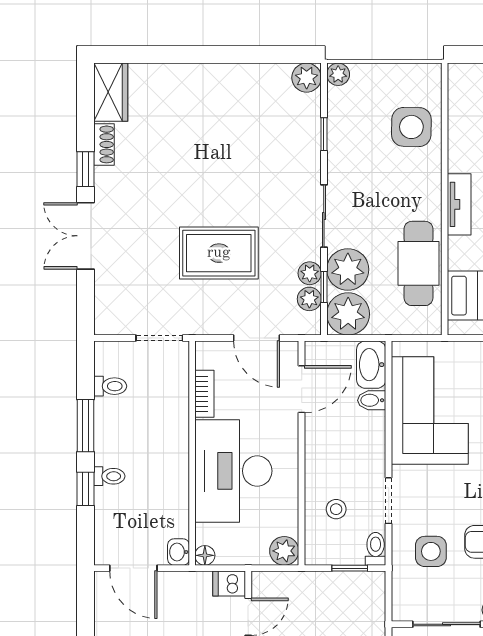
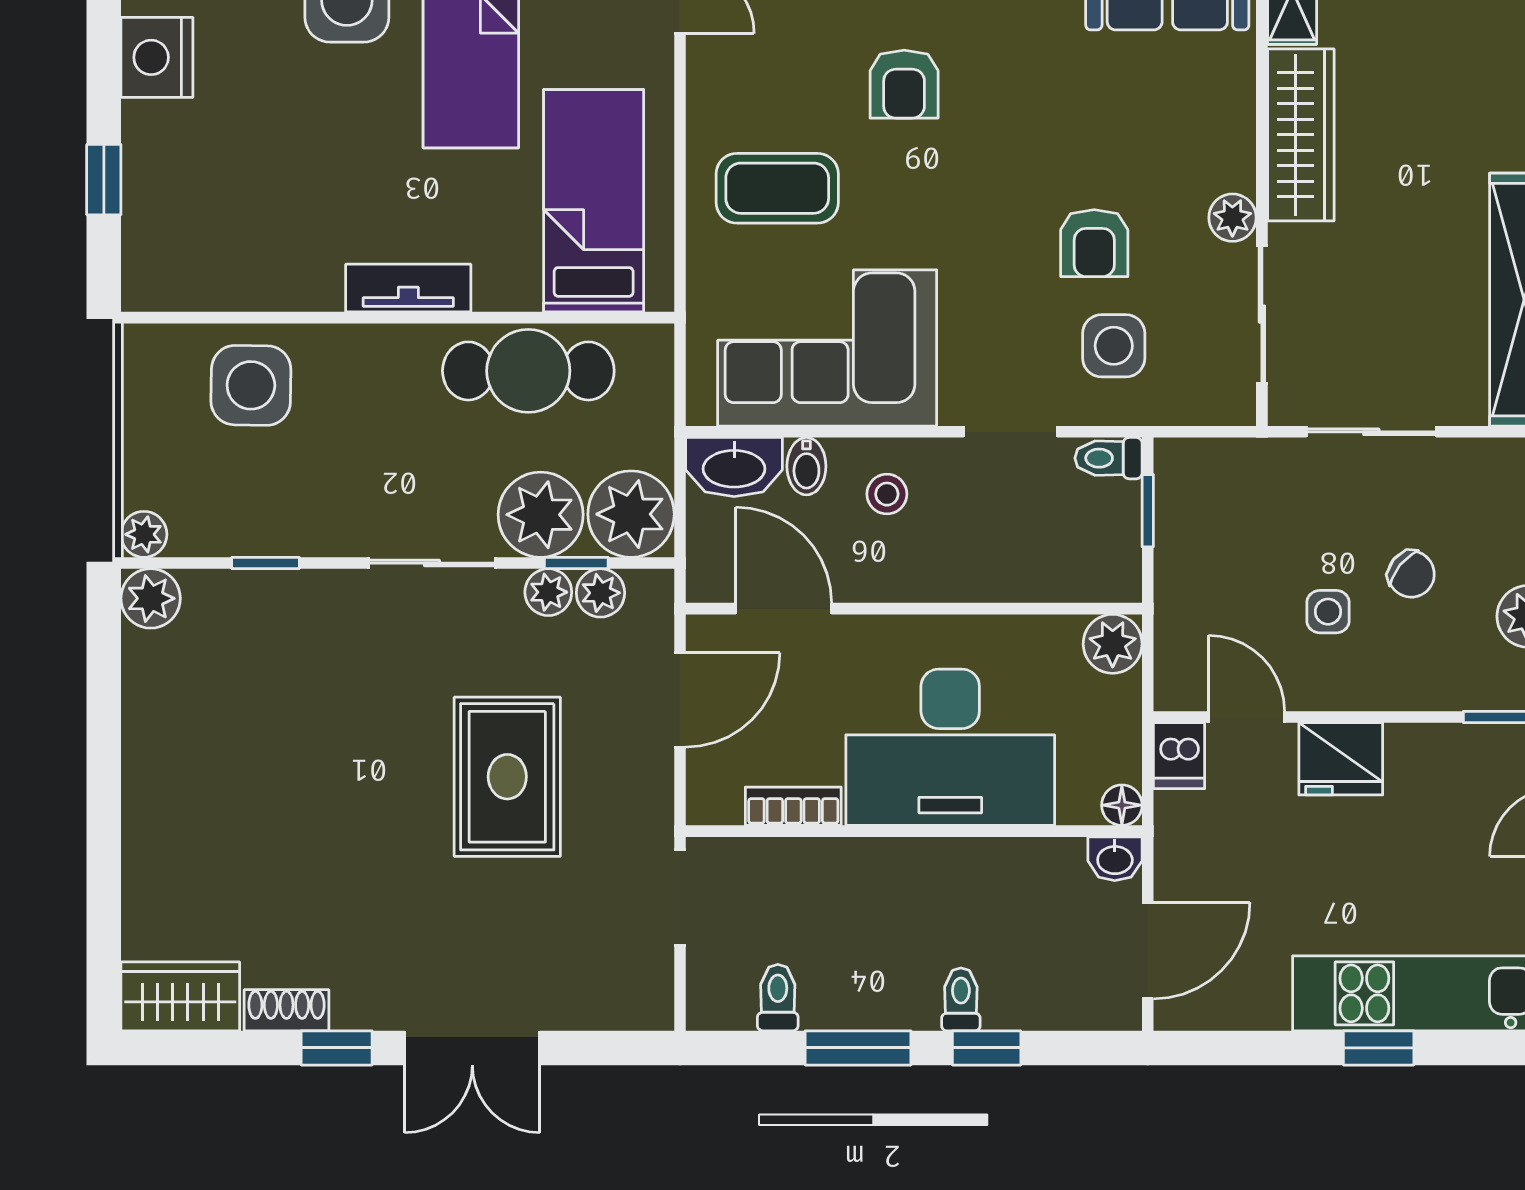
stool: (336, 509) -> (887, 494), moved

